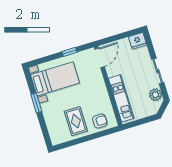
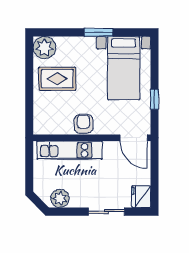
sliding door: (158, 71) -> (107, 212), moved
armchair: (100, 121) -> (84, 124), moved, turned 180
plant: (58, 136) -> (44, 48), added

